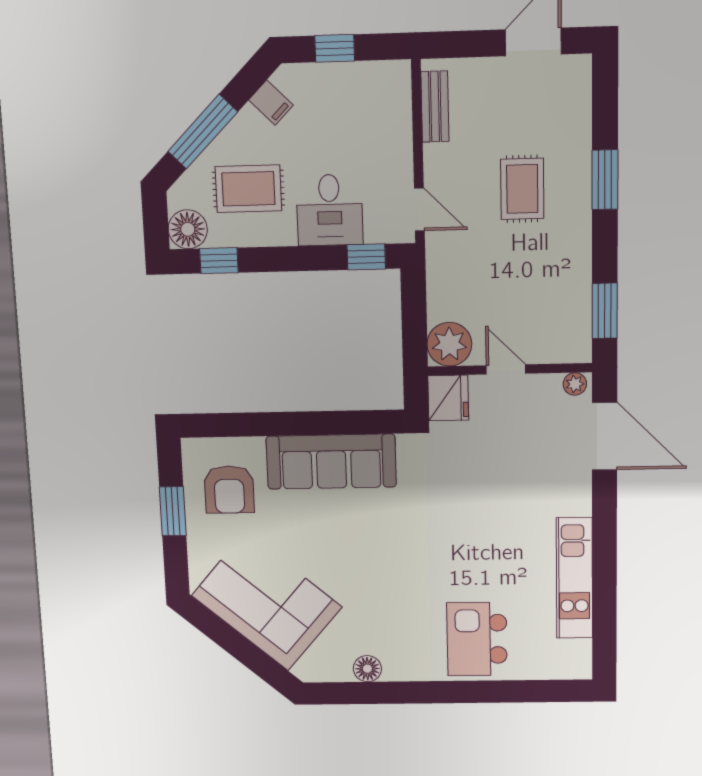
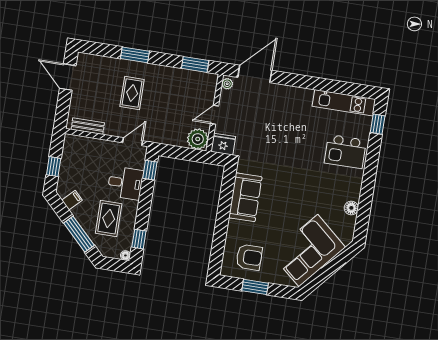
rug: (522, 189) -> (132, 93), turned 90
floor lamp: (188, 229) -> (125, 255), width x0.53, depth x0.53
sofa: (331, 462) -> (245, 197), width x0.73
kitchen unit: (574, 578) -> (344, 103), moved
window: (543, 691) -> (378, 124), added

